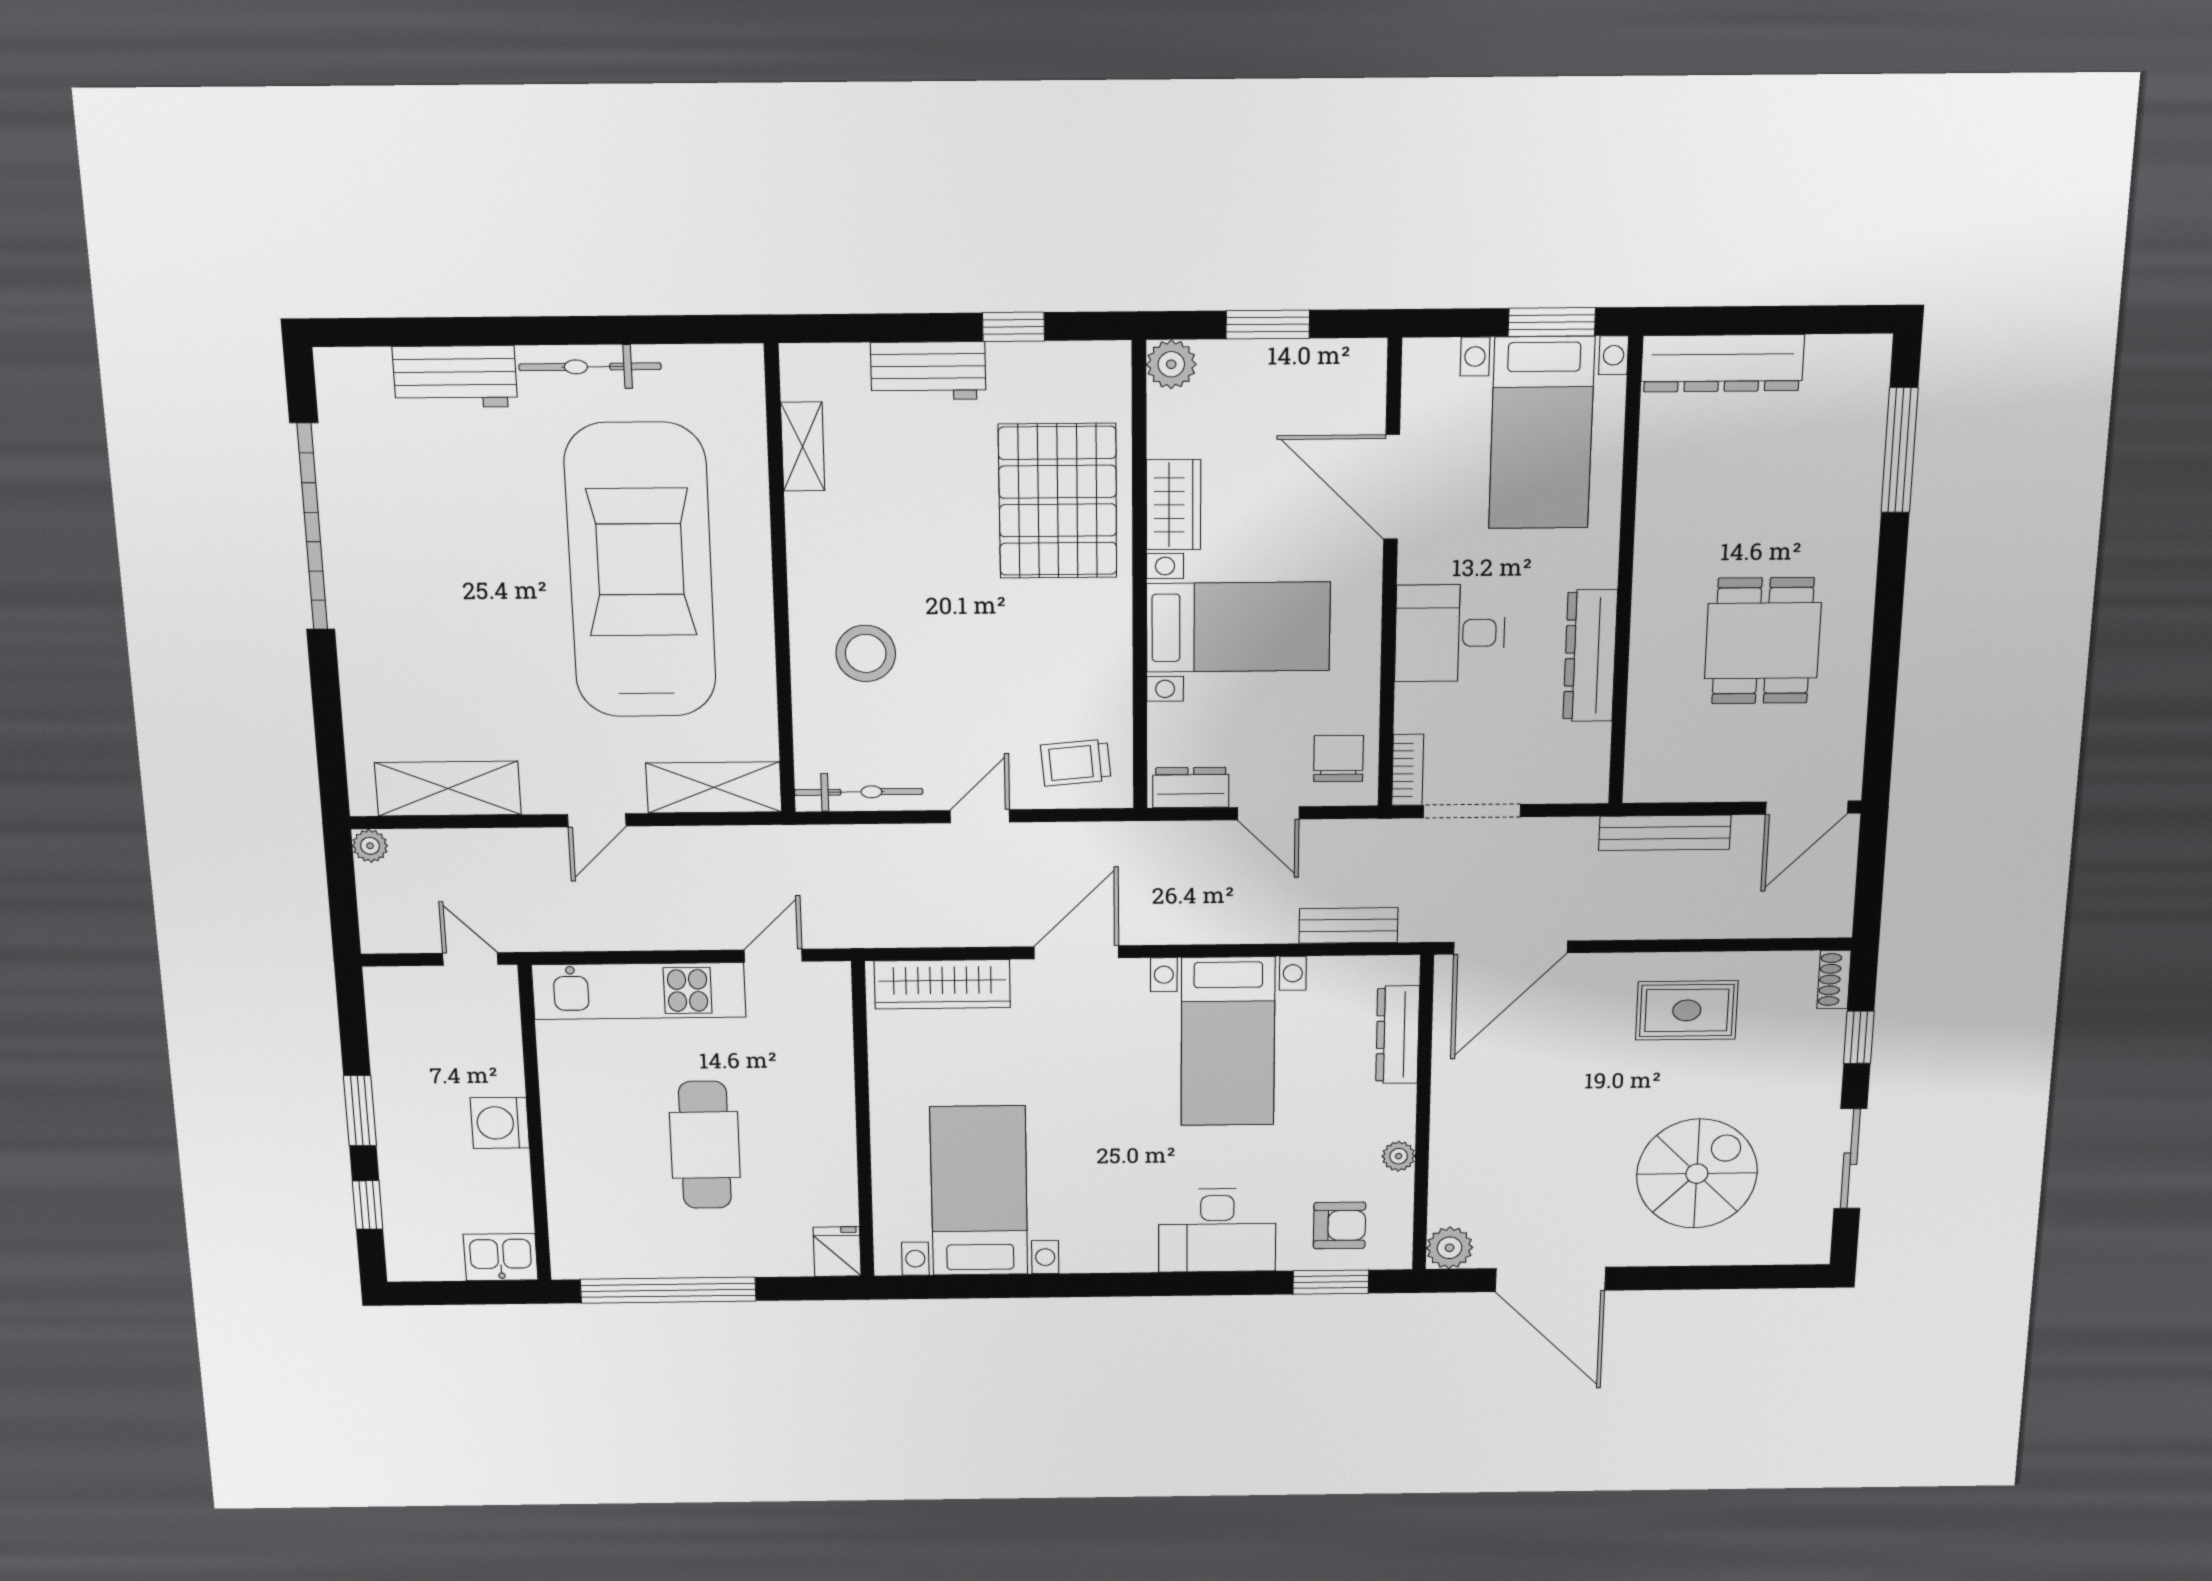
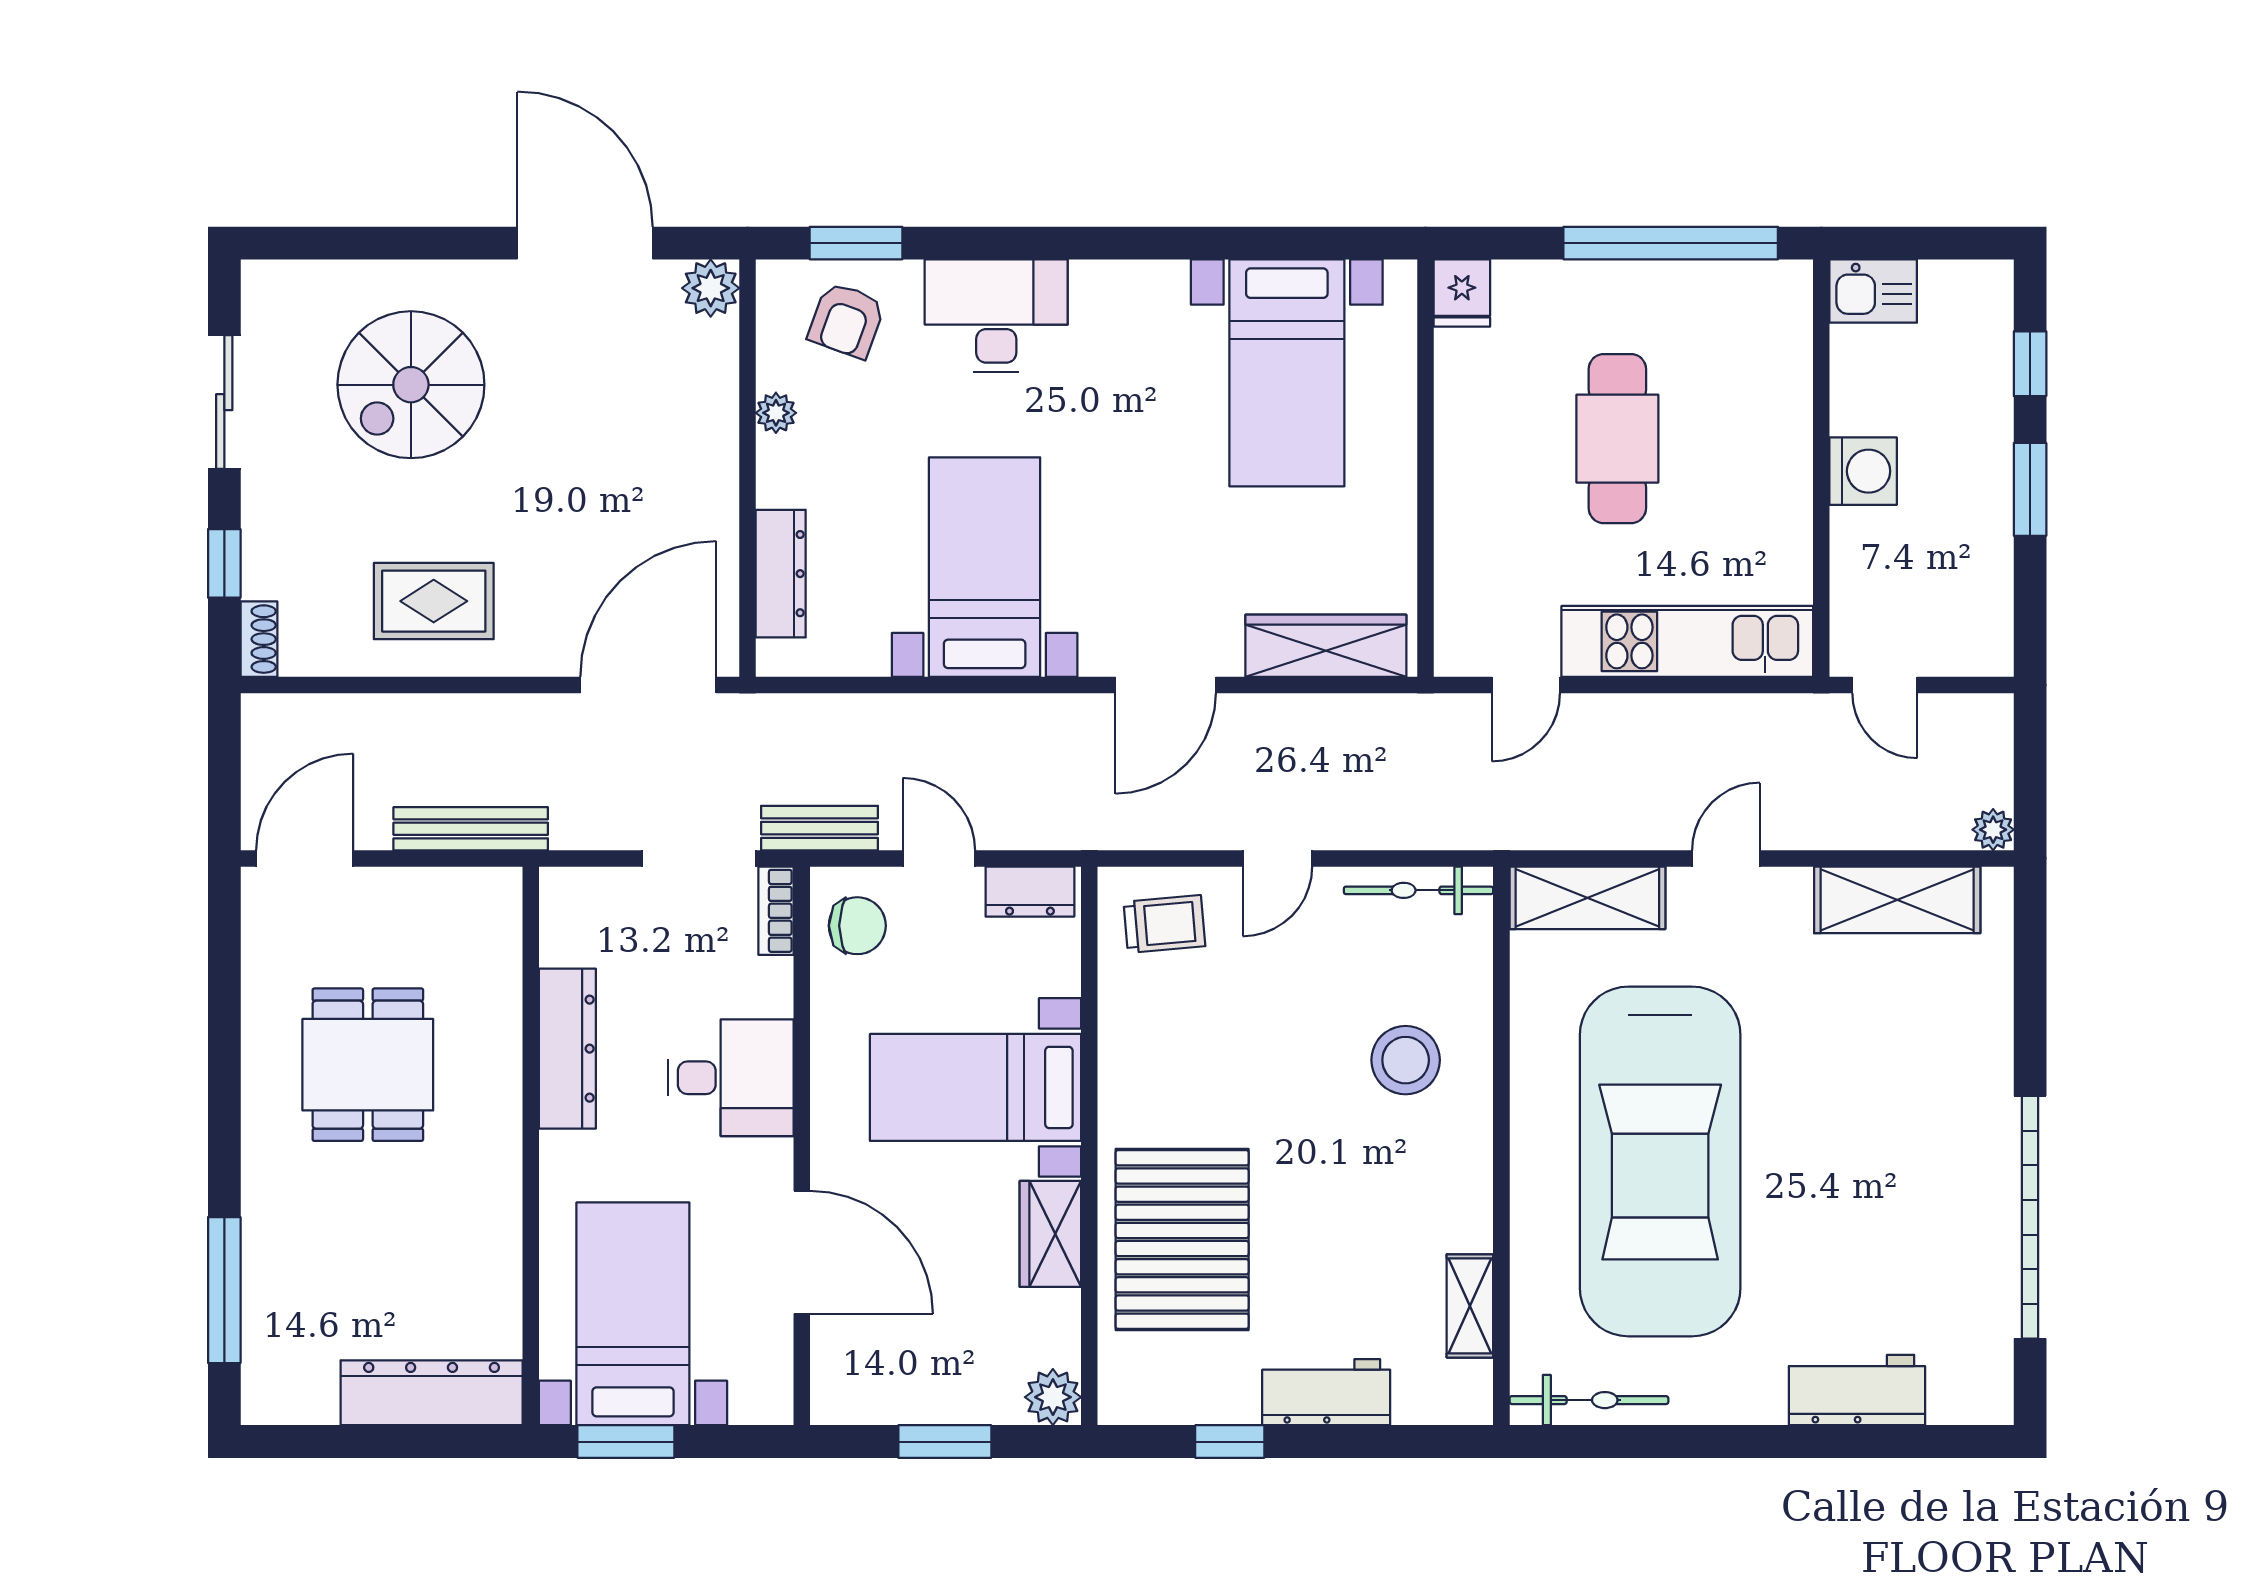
bicycle: (590, 367) -> (1589, 1400), moved
chair: (1339, 759) -> (857, 926), turned -90
bench: (1348, 926) -> (819, 828), moved
armchair: (1339, 1225) -> (846, 320), turned -70

